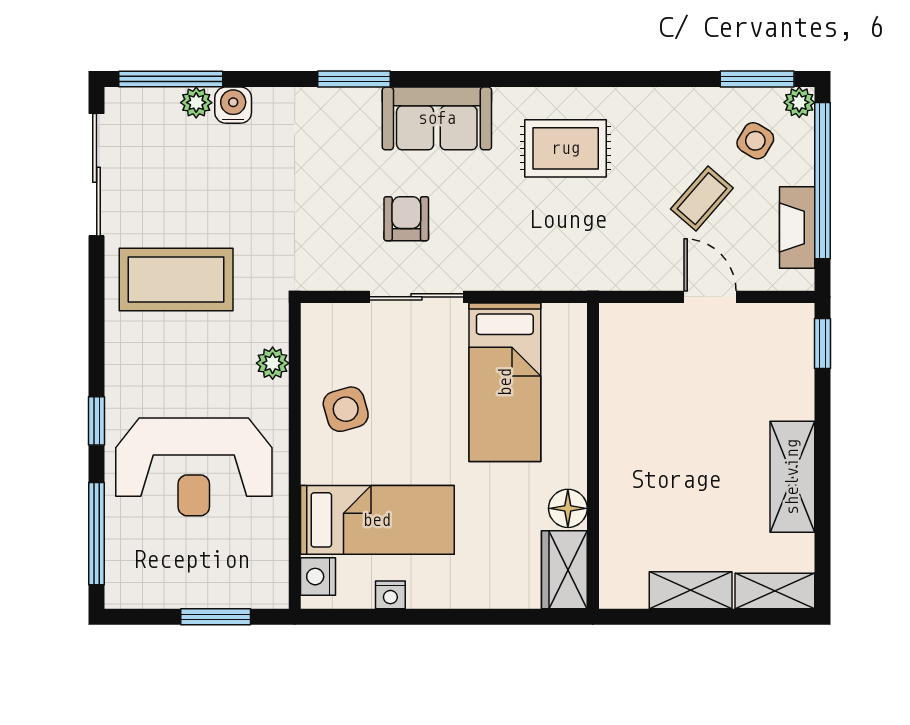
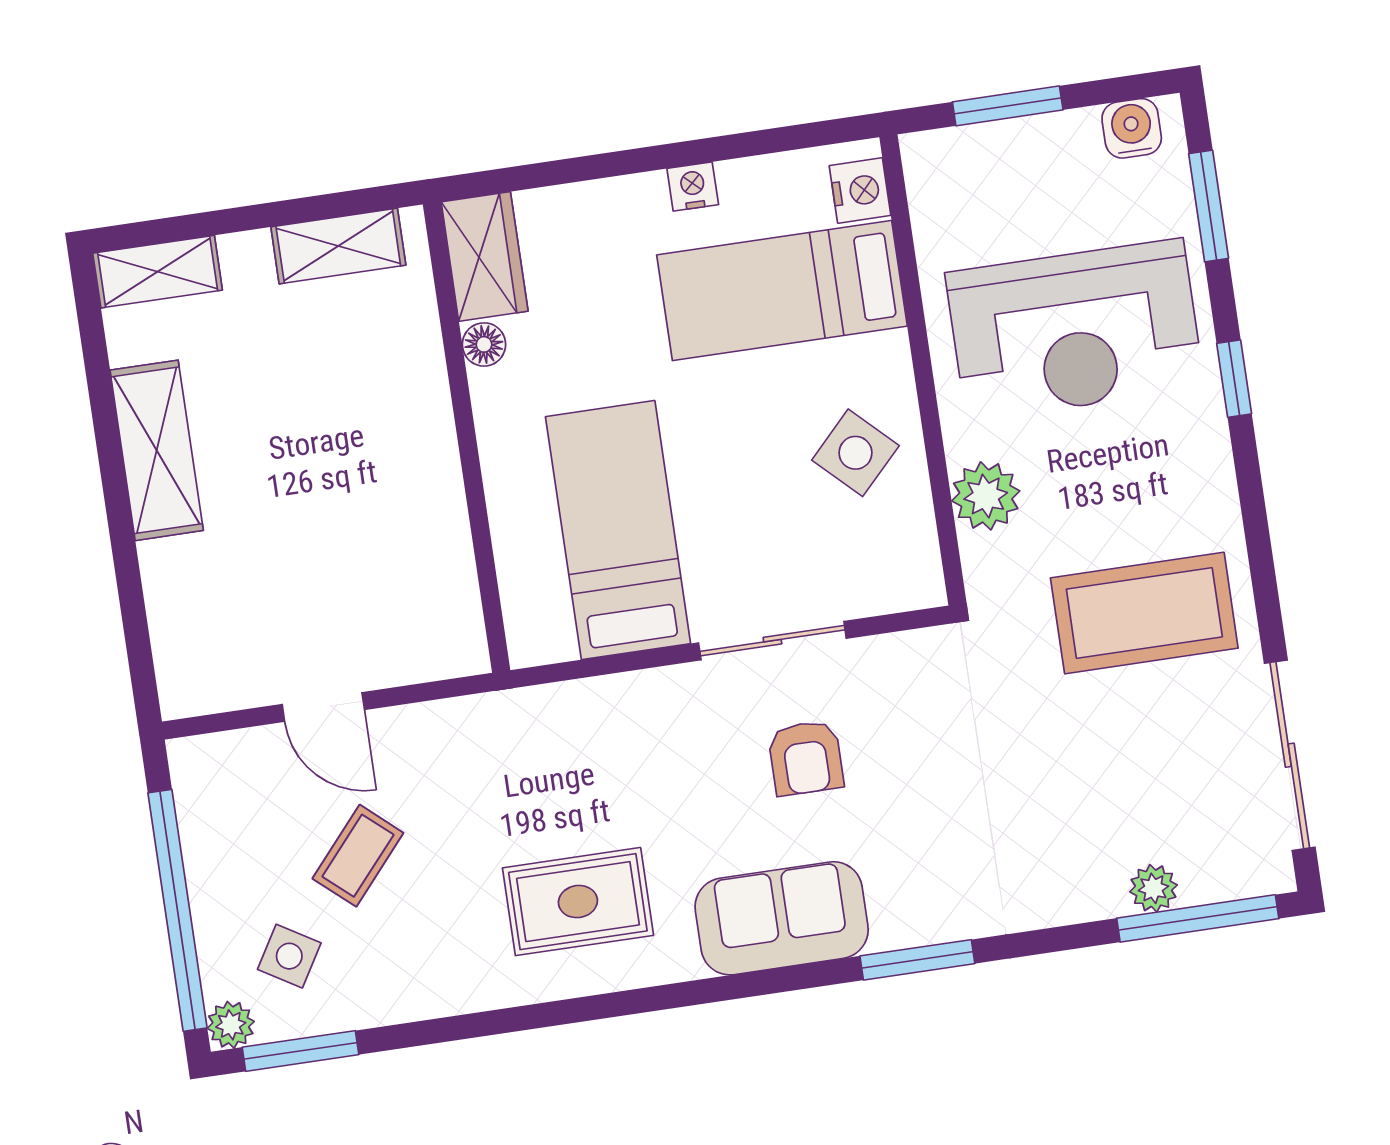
water cooler: (233, 105) -> (1132, 128), moved, turned 180
fireplace: (797, 227) -> (206, 833), removed
window: (822, 344) -> (141, 661), removed
plant: (273, 363) -> (986, 496), width x1.38, depth x1.38
side table: (346, 409) -> (855, 453), turned -30
reception desk: (194, 467) -> (1075, 330), turned 180
floor lamp: (568, 508) -> (484, 344), width x0.73, depth x0.73
window: (97, 534) -> (1209, 206), width x0.69
shelving: (691, 590) -> (338, 246), moved
nightstand: (390, 595) -> (693, 187), moved

